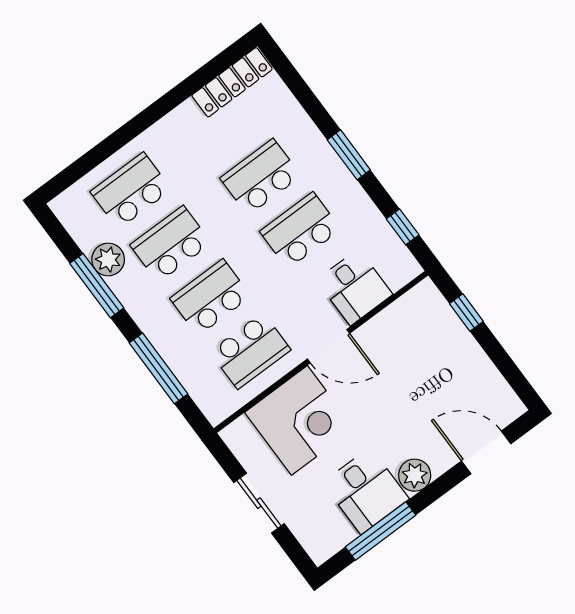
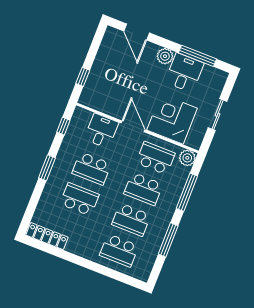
school desk: (261, 177) -> (79, 199), turned 180
plant: (108, 259) -> (187, 158), moved

